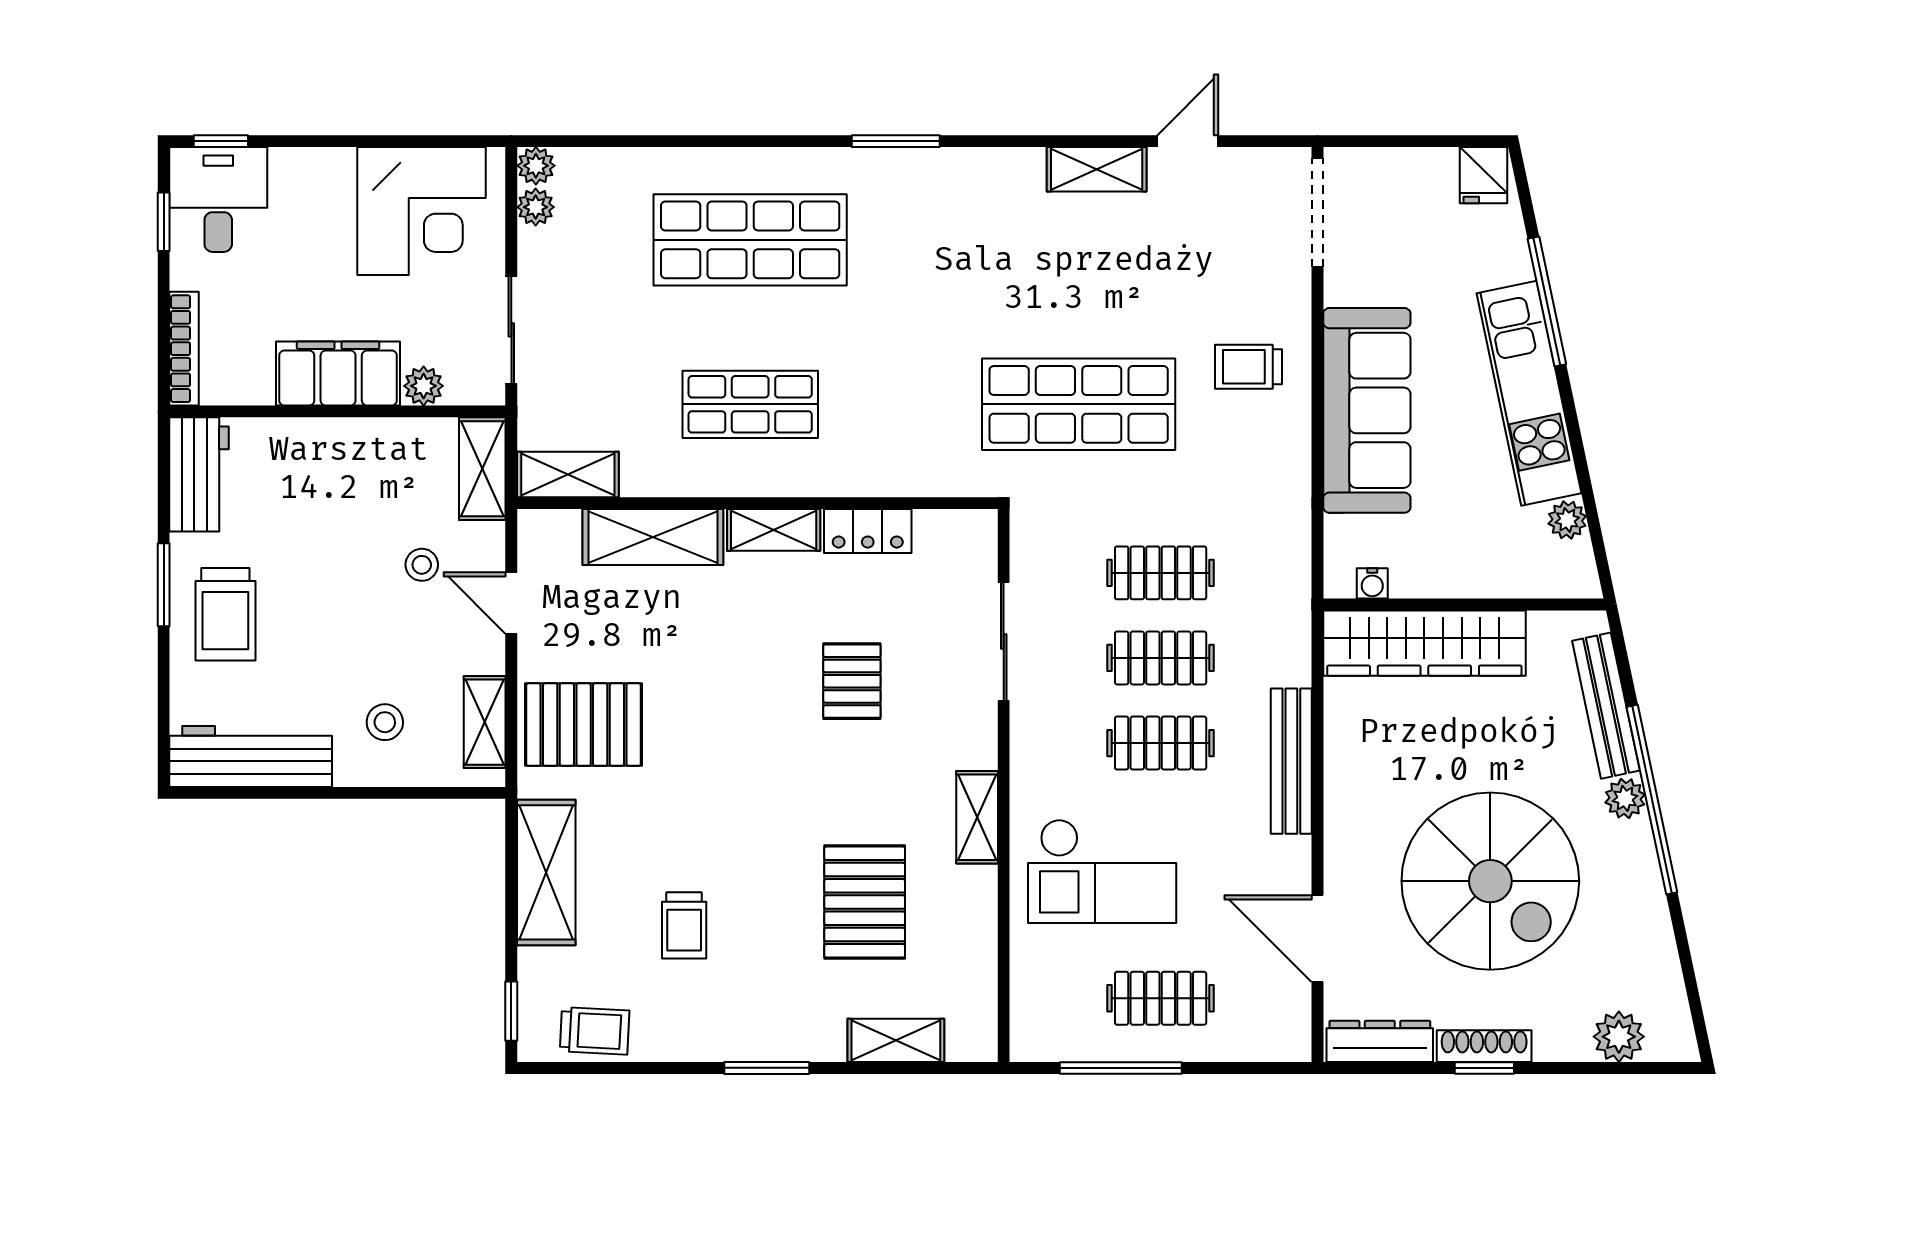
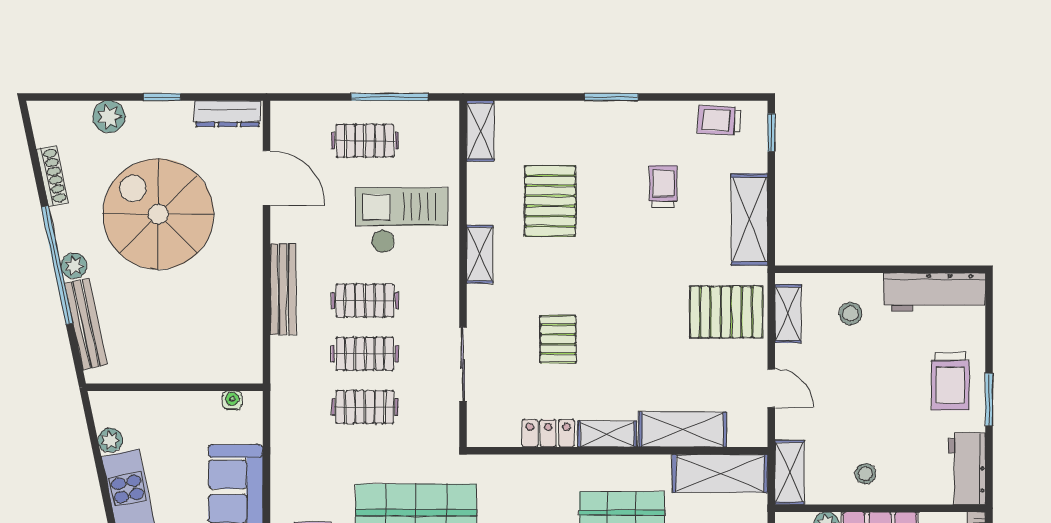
shelving: (568, 474) -> (720, 473), width x1.50, depth x1.33
stool: (422, 565) -> (865, 474), moved
trolley: (225, 614) -> (950, 381), turned 180
wardrobe: (1424, 643) -> (200, 363), removed
plant: (1619, 1037) -> (109, 117), moved
shelving: (896, 1040) -> (480, 131), moved, turned 90
shoe rack: (1484, 1046) -> (52, 176), moved, turned -102

